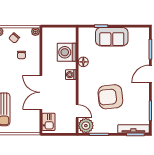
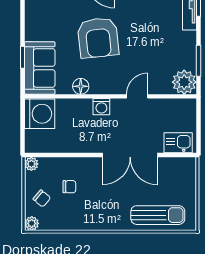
sofa: (112, 37) -> (40, 68), moved
washing machine: (67, 52) -> (40, 114), moved, turned -90
armchair: (110, 97) -> (98, 38), moved
door: (77, 111) -> (137, 96), moved

